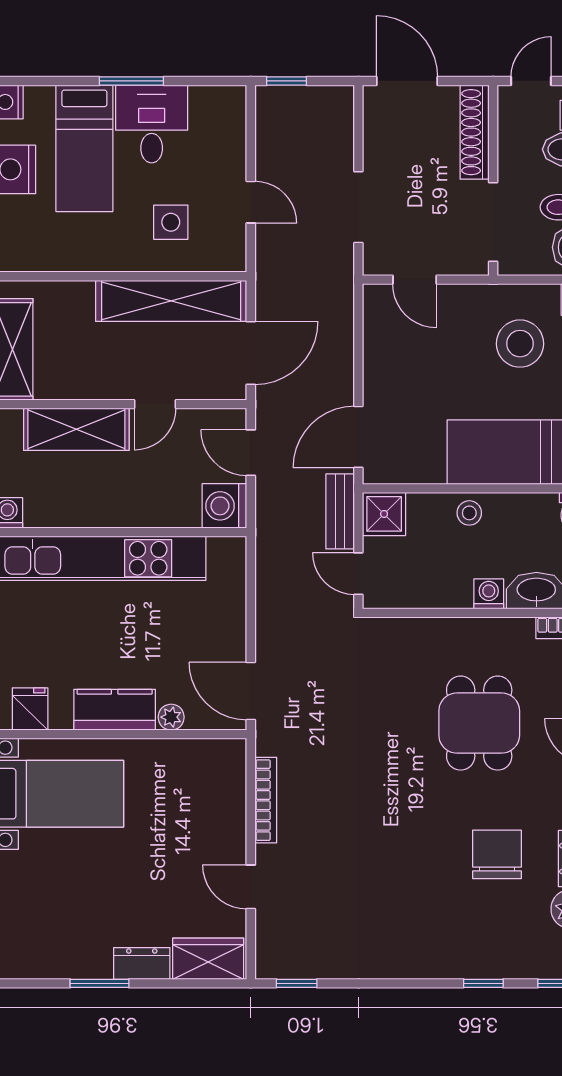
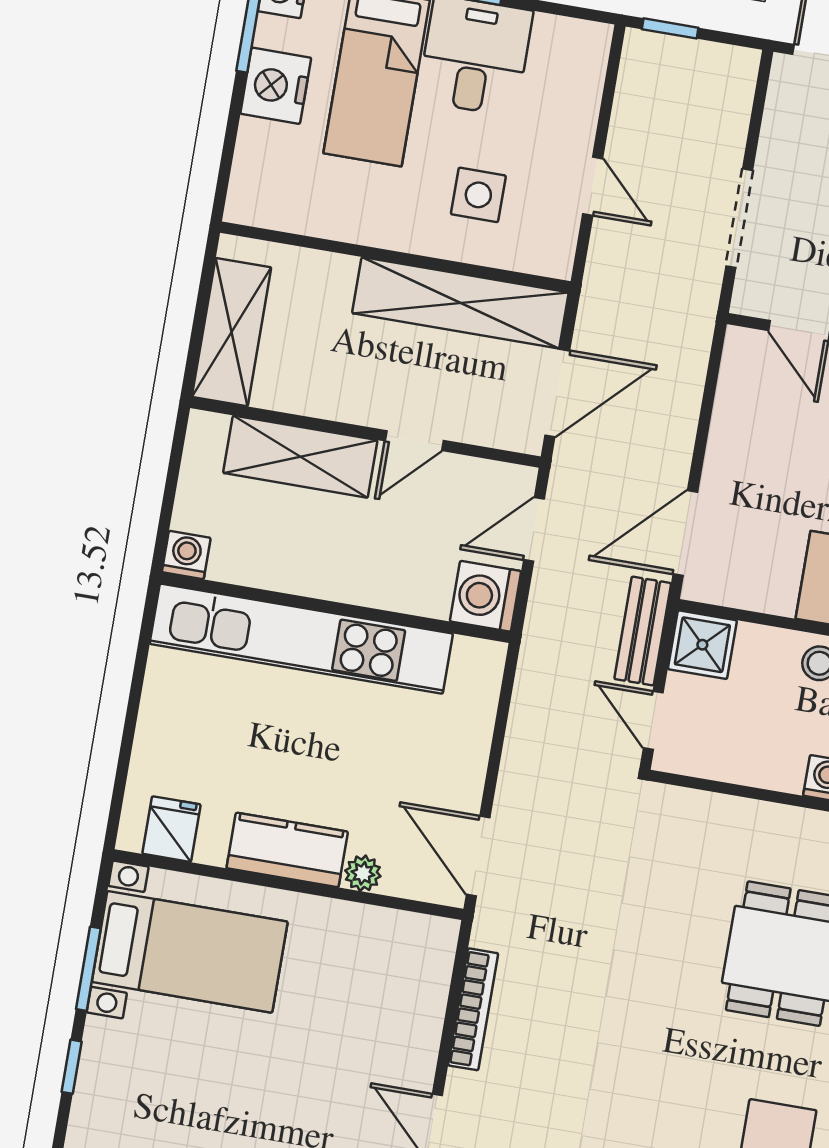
door: (251, 453) -> (534, 529), hinge flipped

